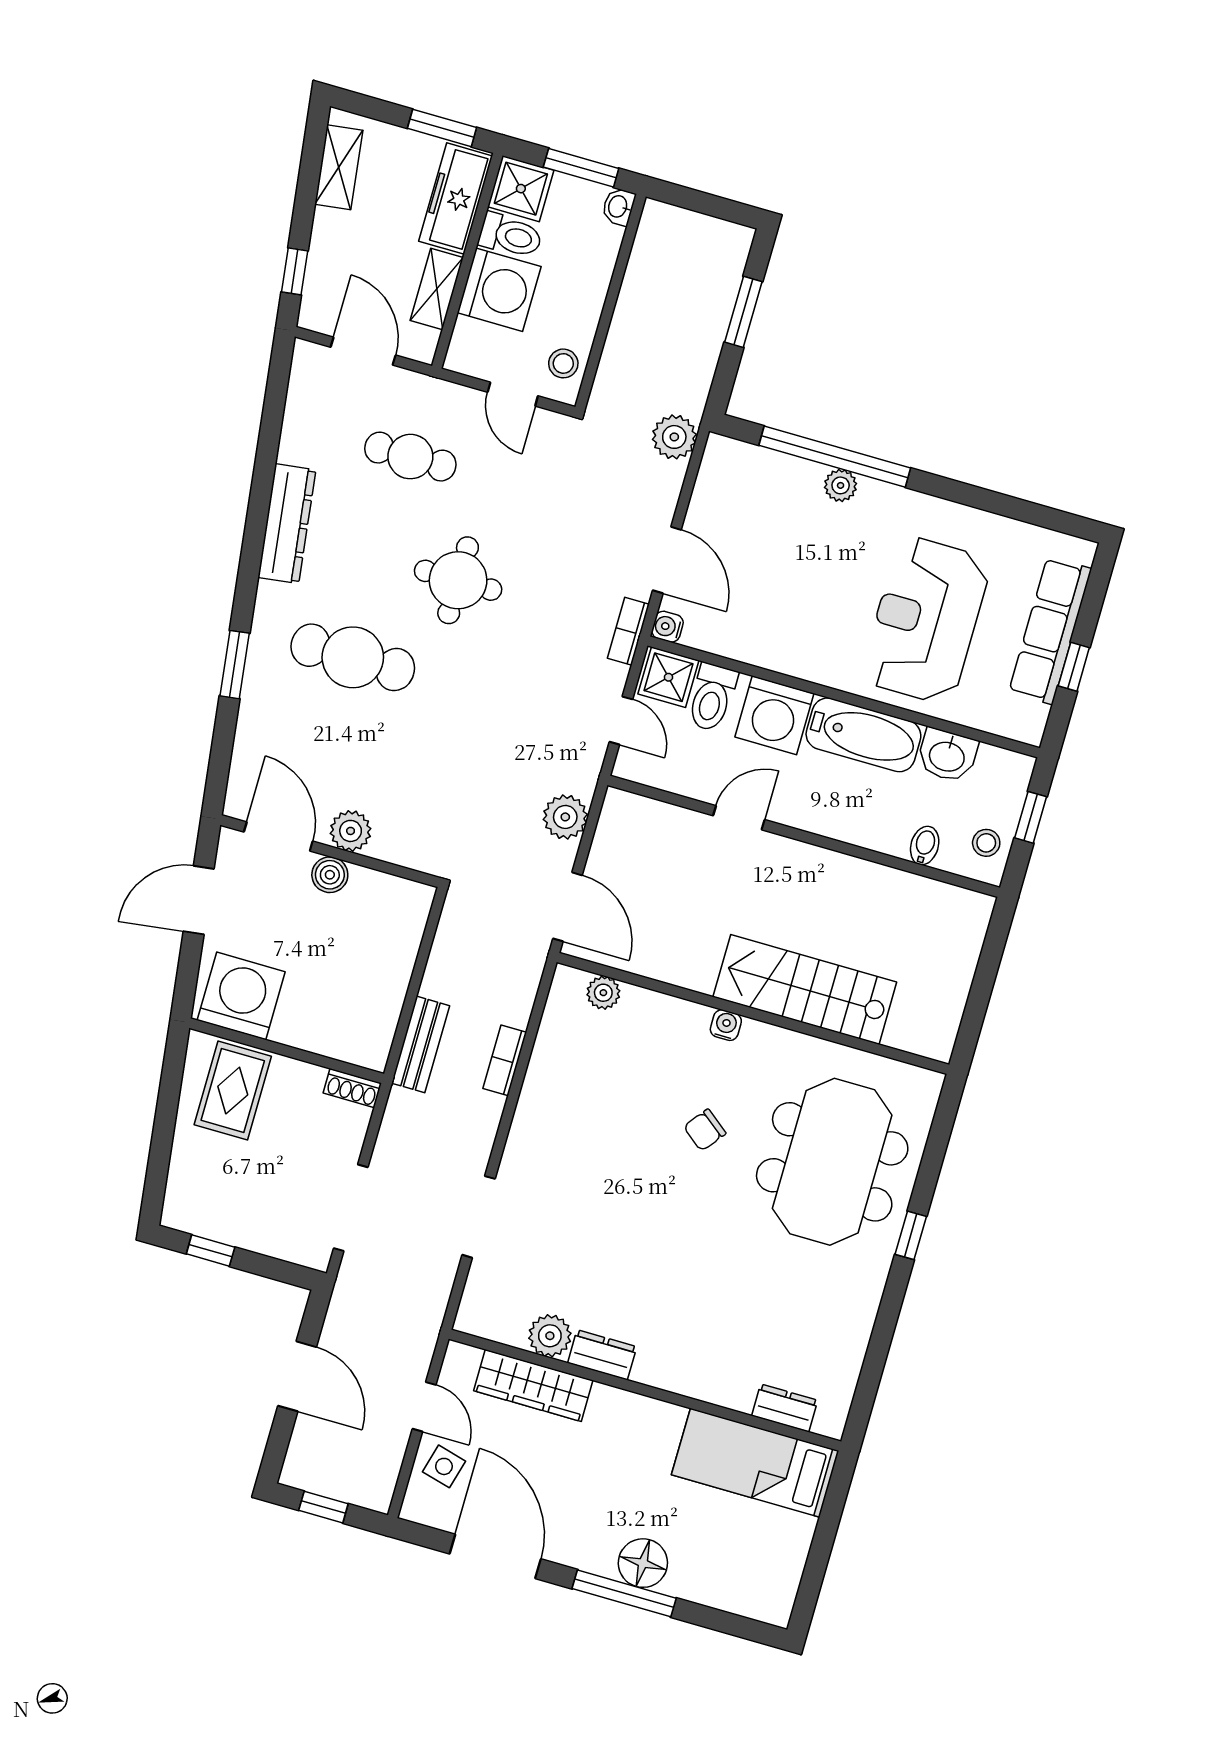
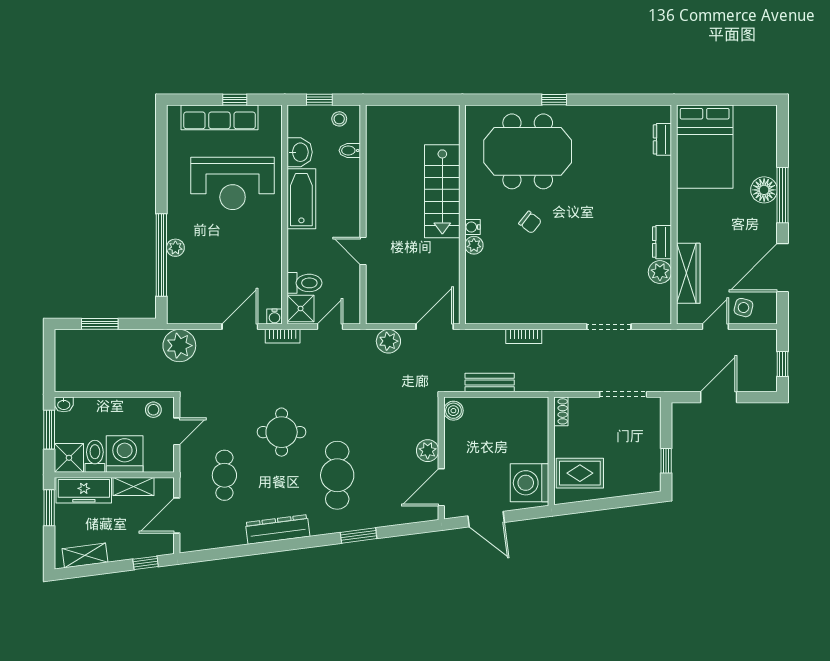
plant: (674, 437) -> (179, 346), width x1.36, depth x1.36
washing machine: (774, 715) -> (304, 248), removed
boiler: (330, 875) -> (453, 411), moved
plant: (603, 993) -> (474, 245), moved
bench: (421, 1044) -> (490, 383), moved
bed: (755, 1463) -> (705, 147), width x1.50

